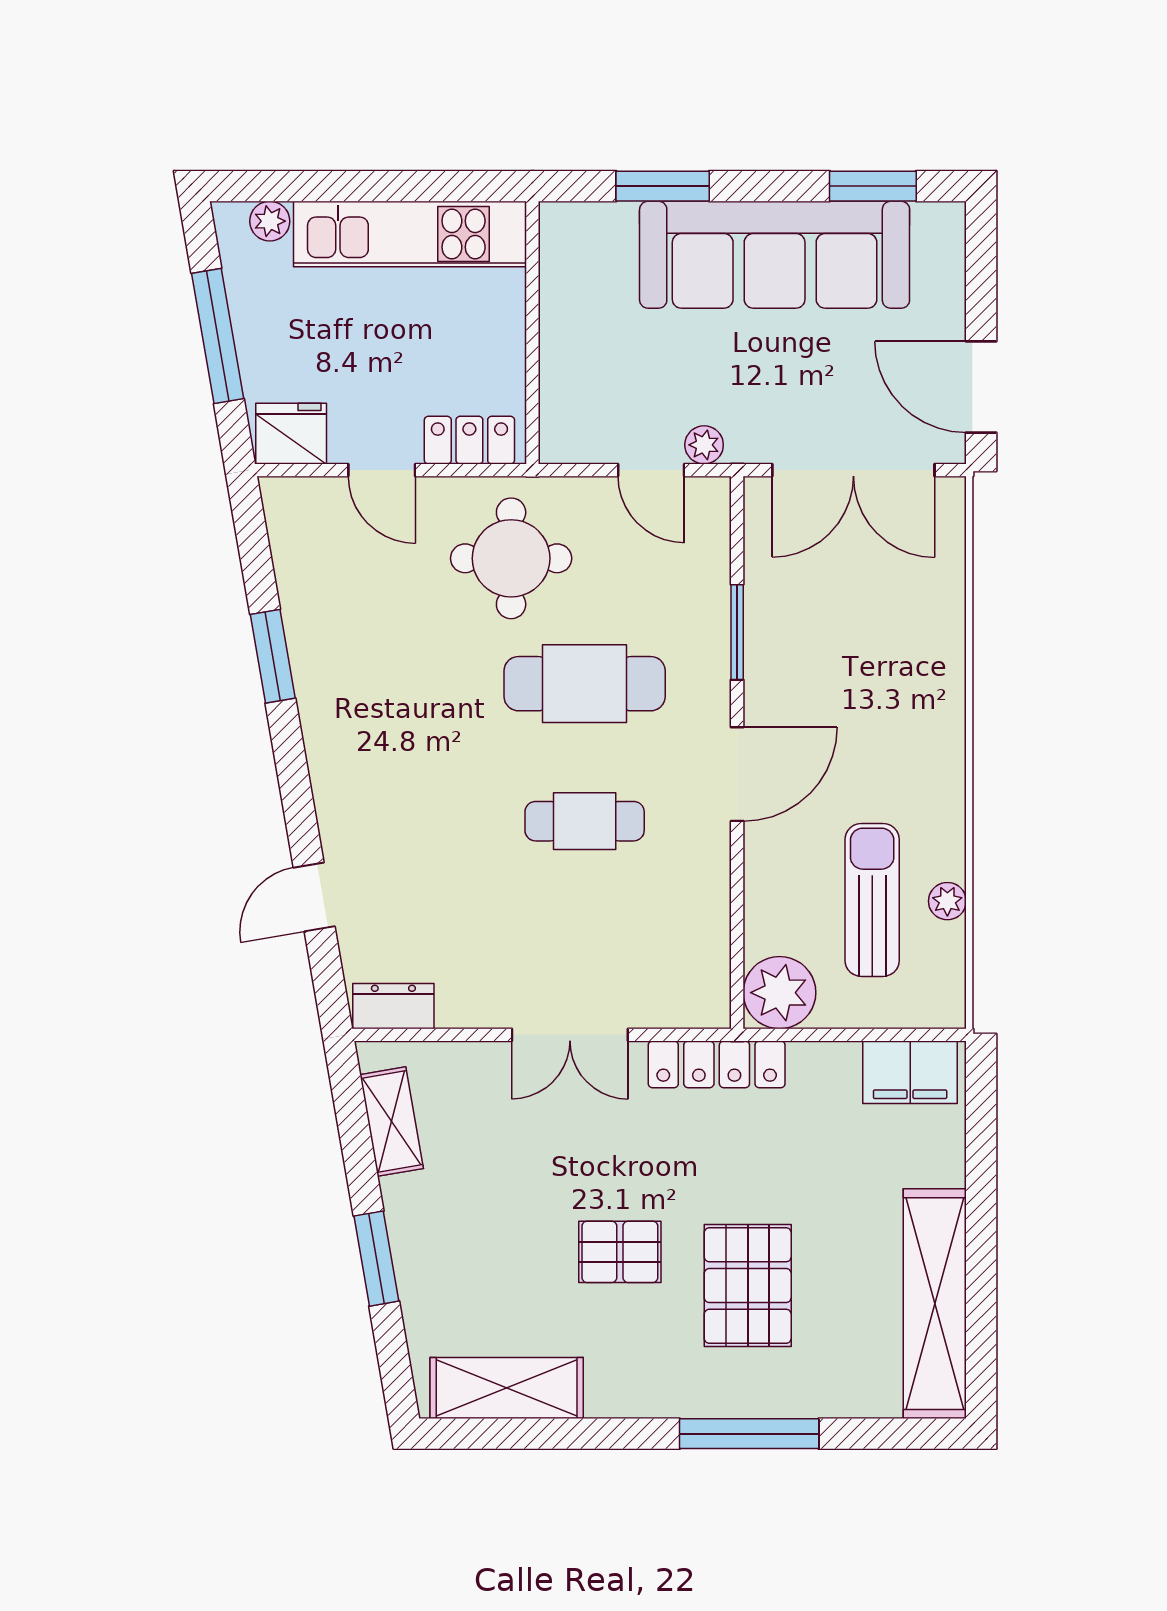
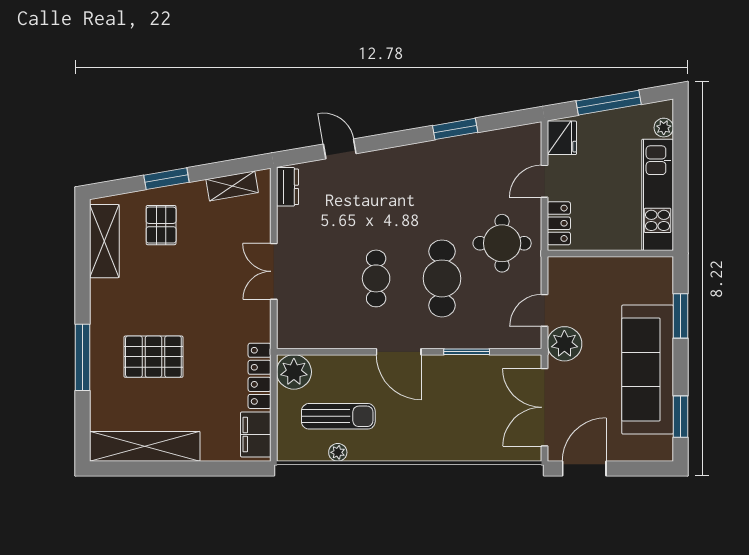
plant: (704, 445) -> (564, 344), width x1.88, depth x1.88
locker: (717, 1064) -> (260, 376), moved
pallet: (620, 1252) -> (161, 225), moved

